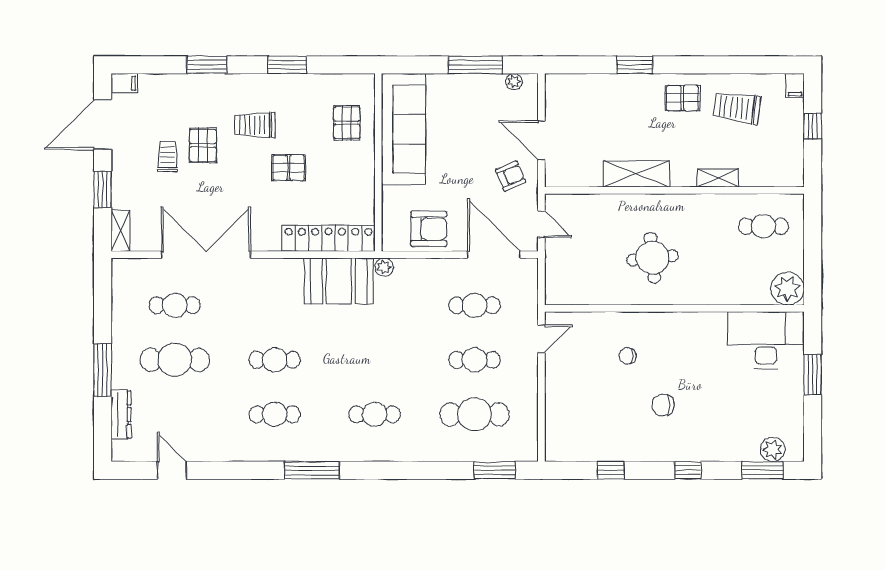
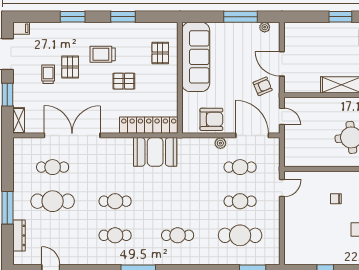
plant: (384, 267) -> (220, 143), moved

